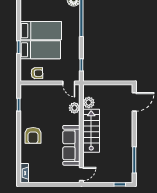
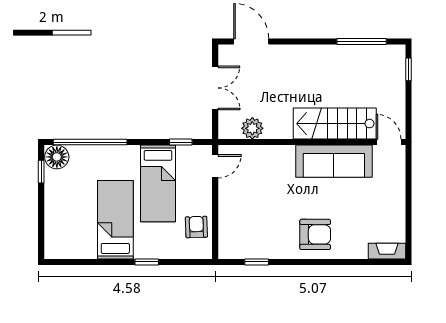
bed: (40, 50) -> (158, 183), moved, turned 180
double door: (110, 83) -> (215, 88), added
plant: (74, 108) -> (263, 155), removed
stairs: (91, 131) -> (335, 124), moved

